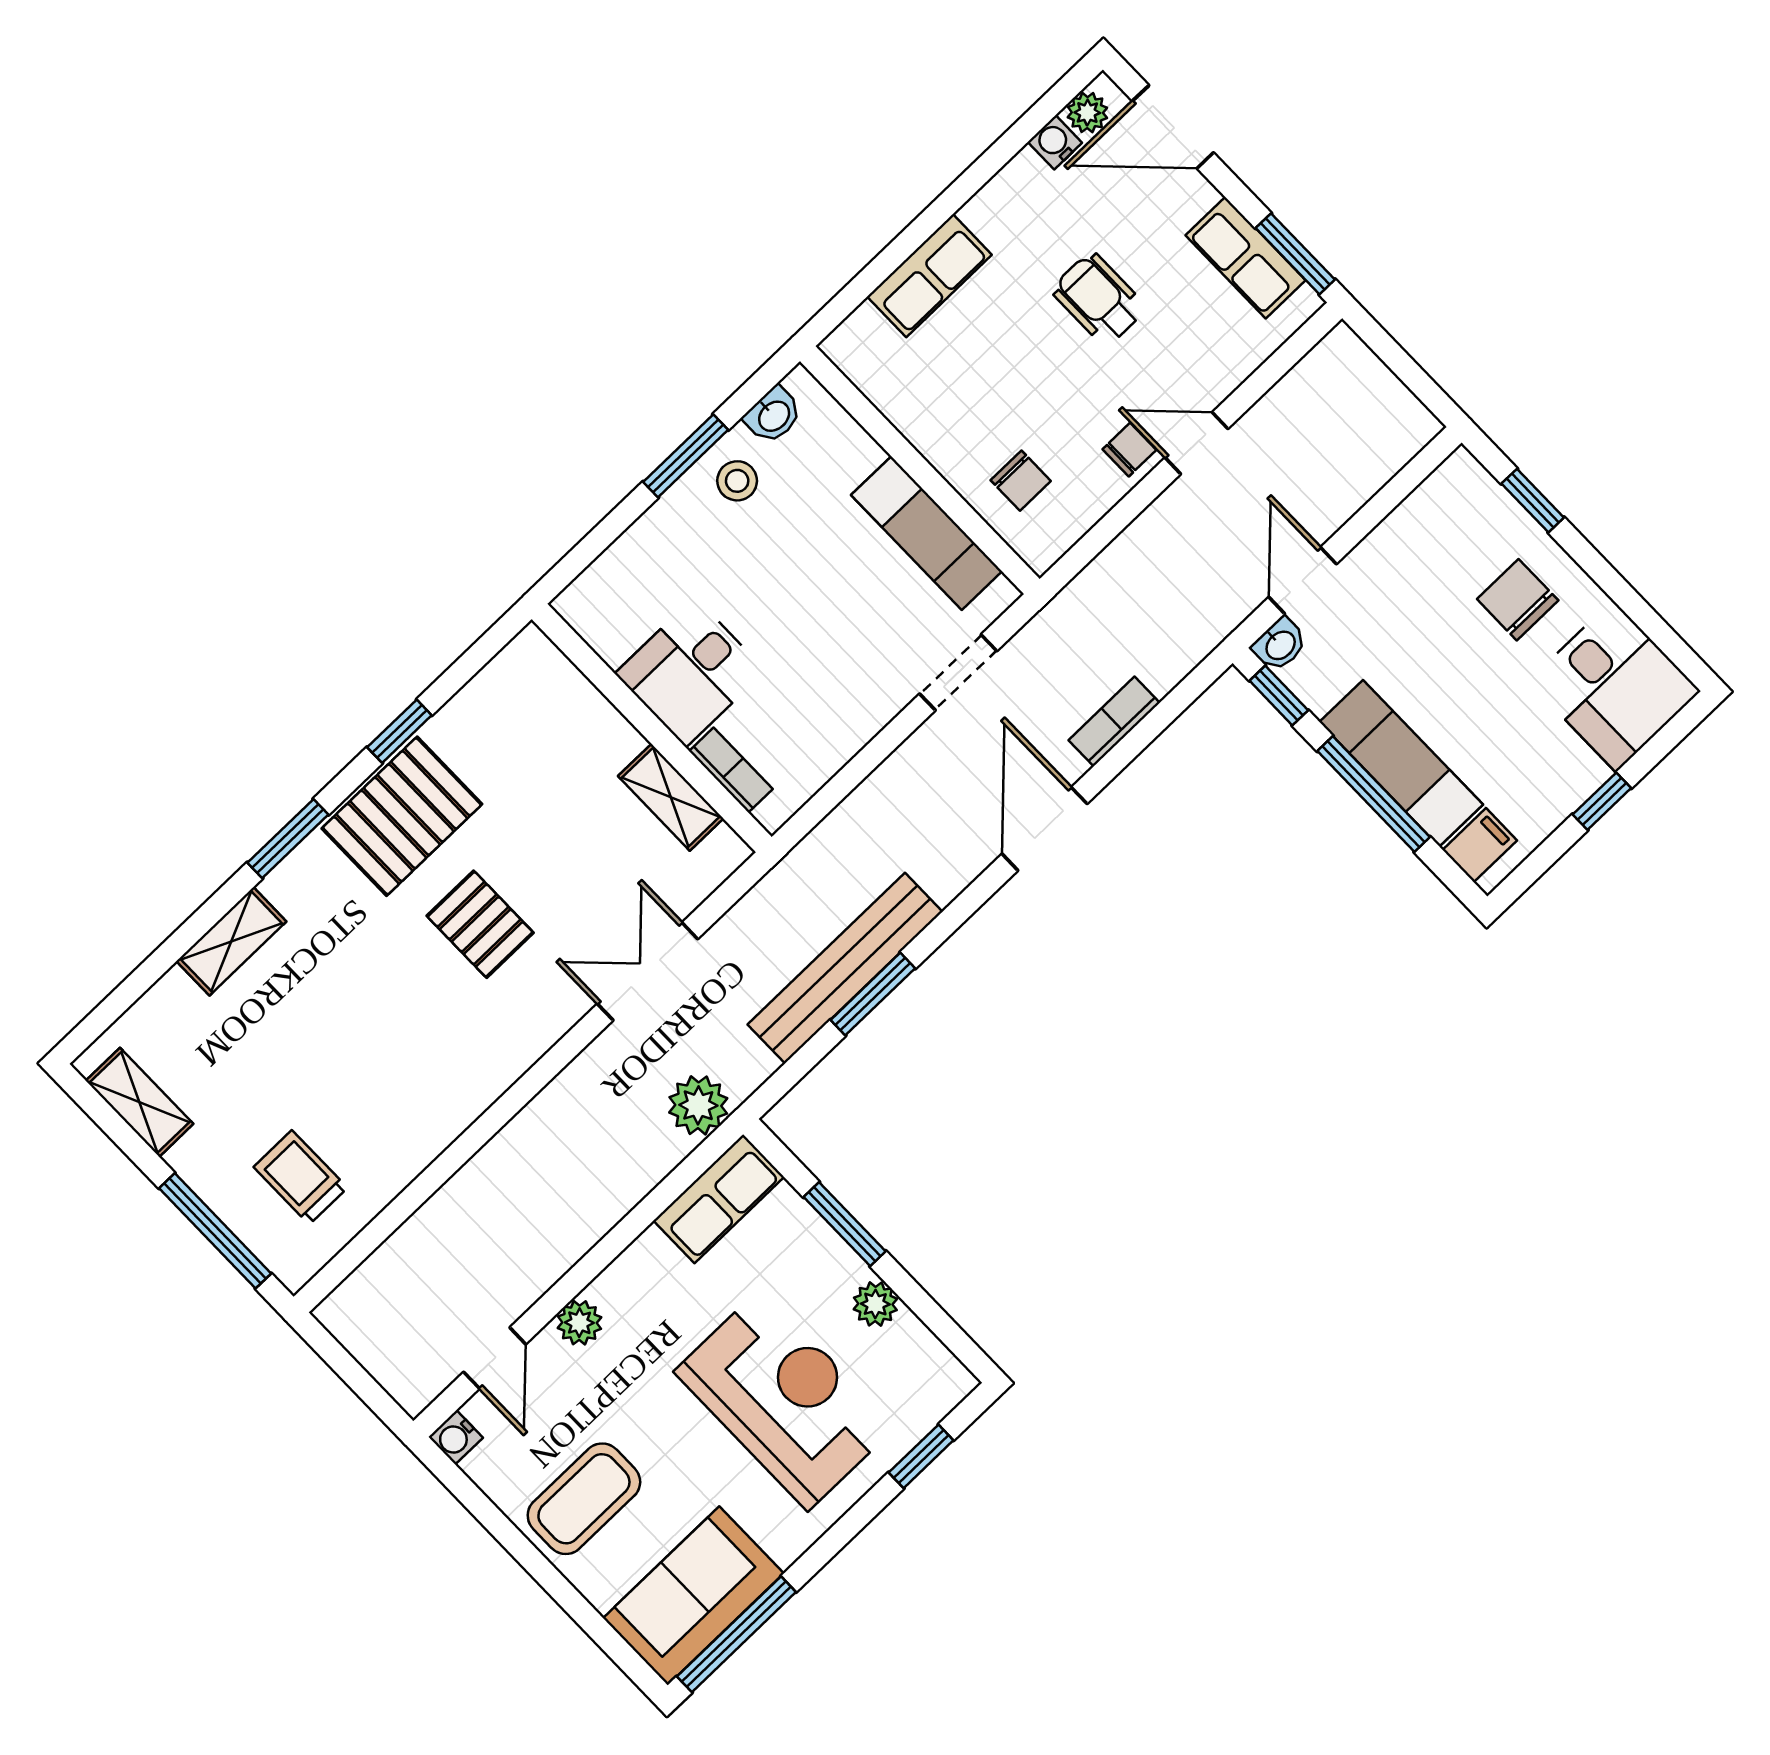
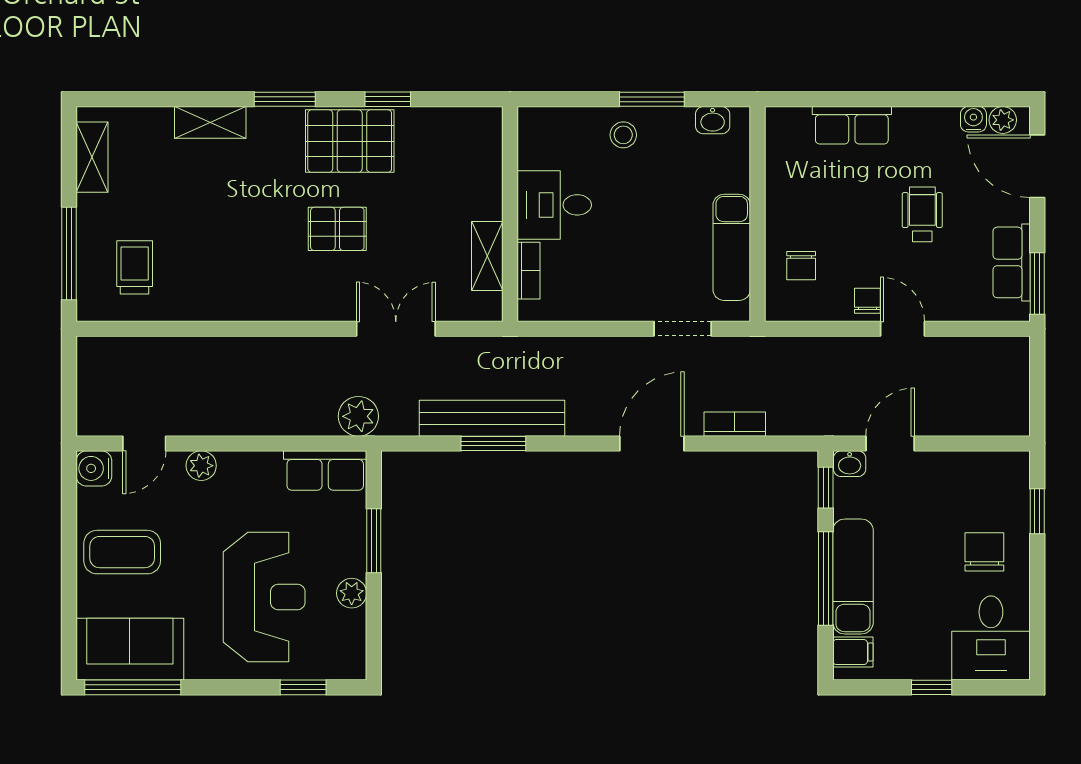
chair: (1129, 450) -> (867, 301), turned -90
stool: (737, 481) -> (623, 135), moved
pallet: (480, 924) -> (337, 229), turned 90
water cooler: (456, 1437) -> (94, 468), width x1.38, depth x1.38

